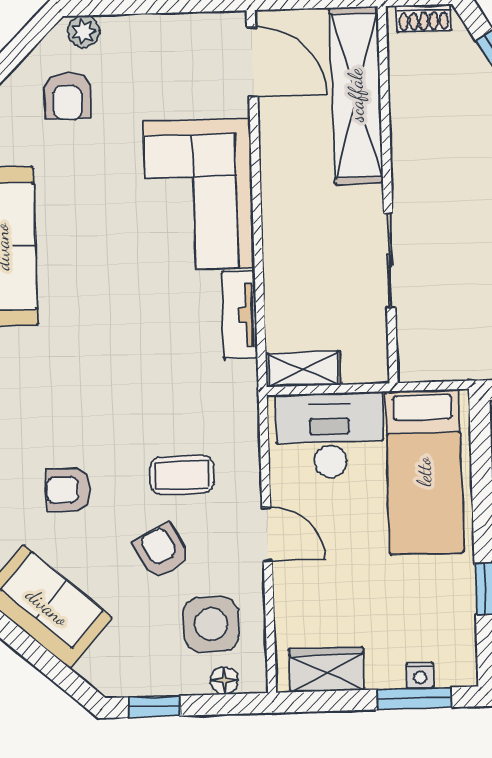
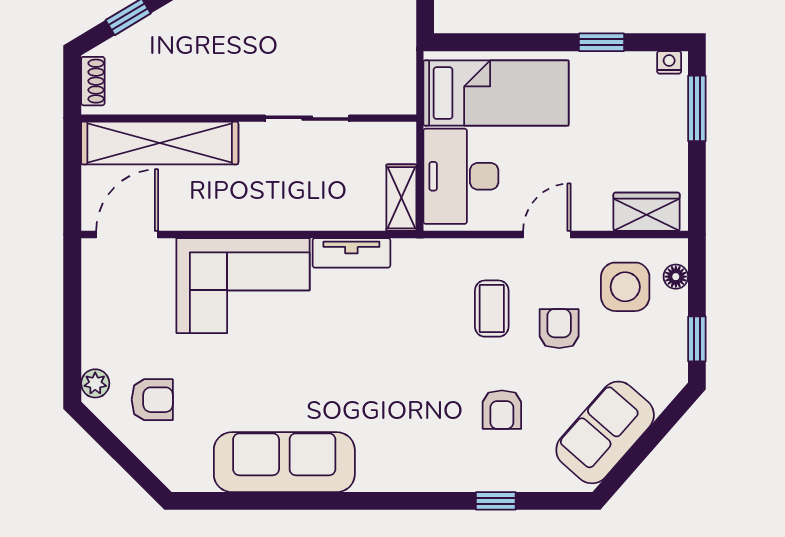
armchair: (162, 551) -> (559, 329), turned 118
wardrobe: (327, 670) -> (647, 212), moved, turned 90
nightstand: (420, 675) -> (669, 62), moved, turned -90

